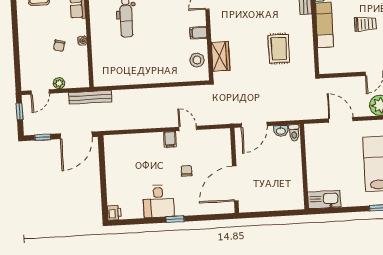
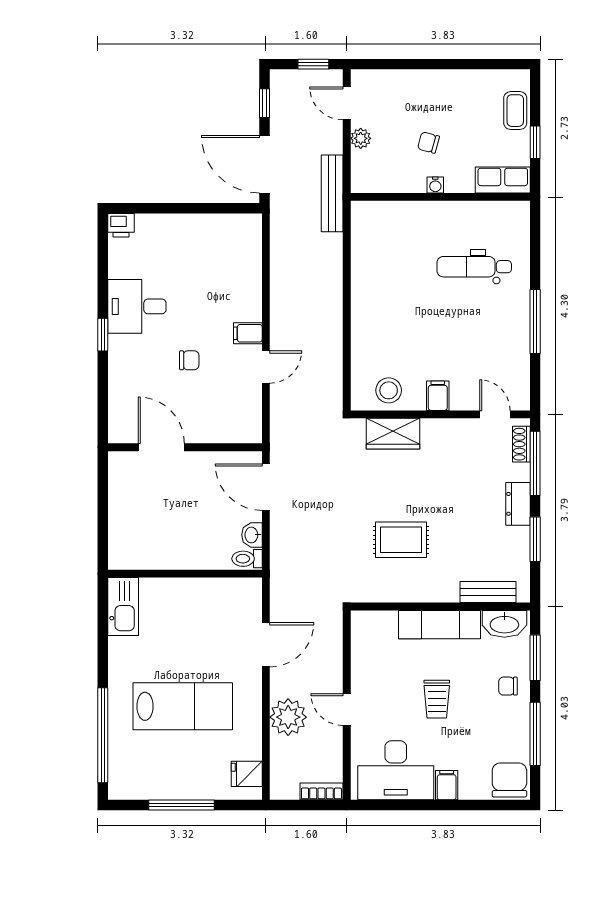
door: (235, 183) -> (161, 447), width x0.73

